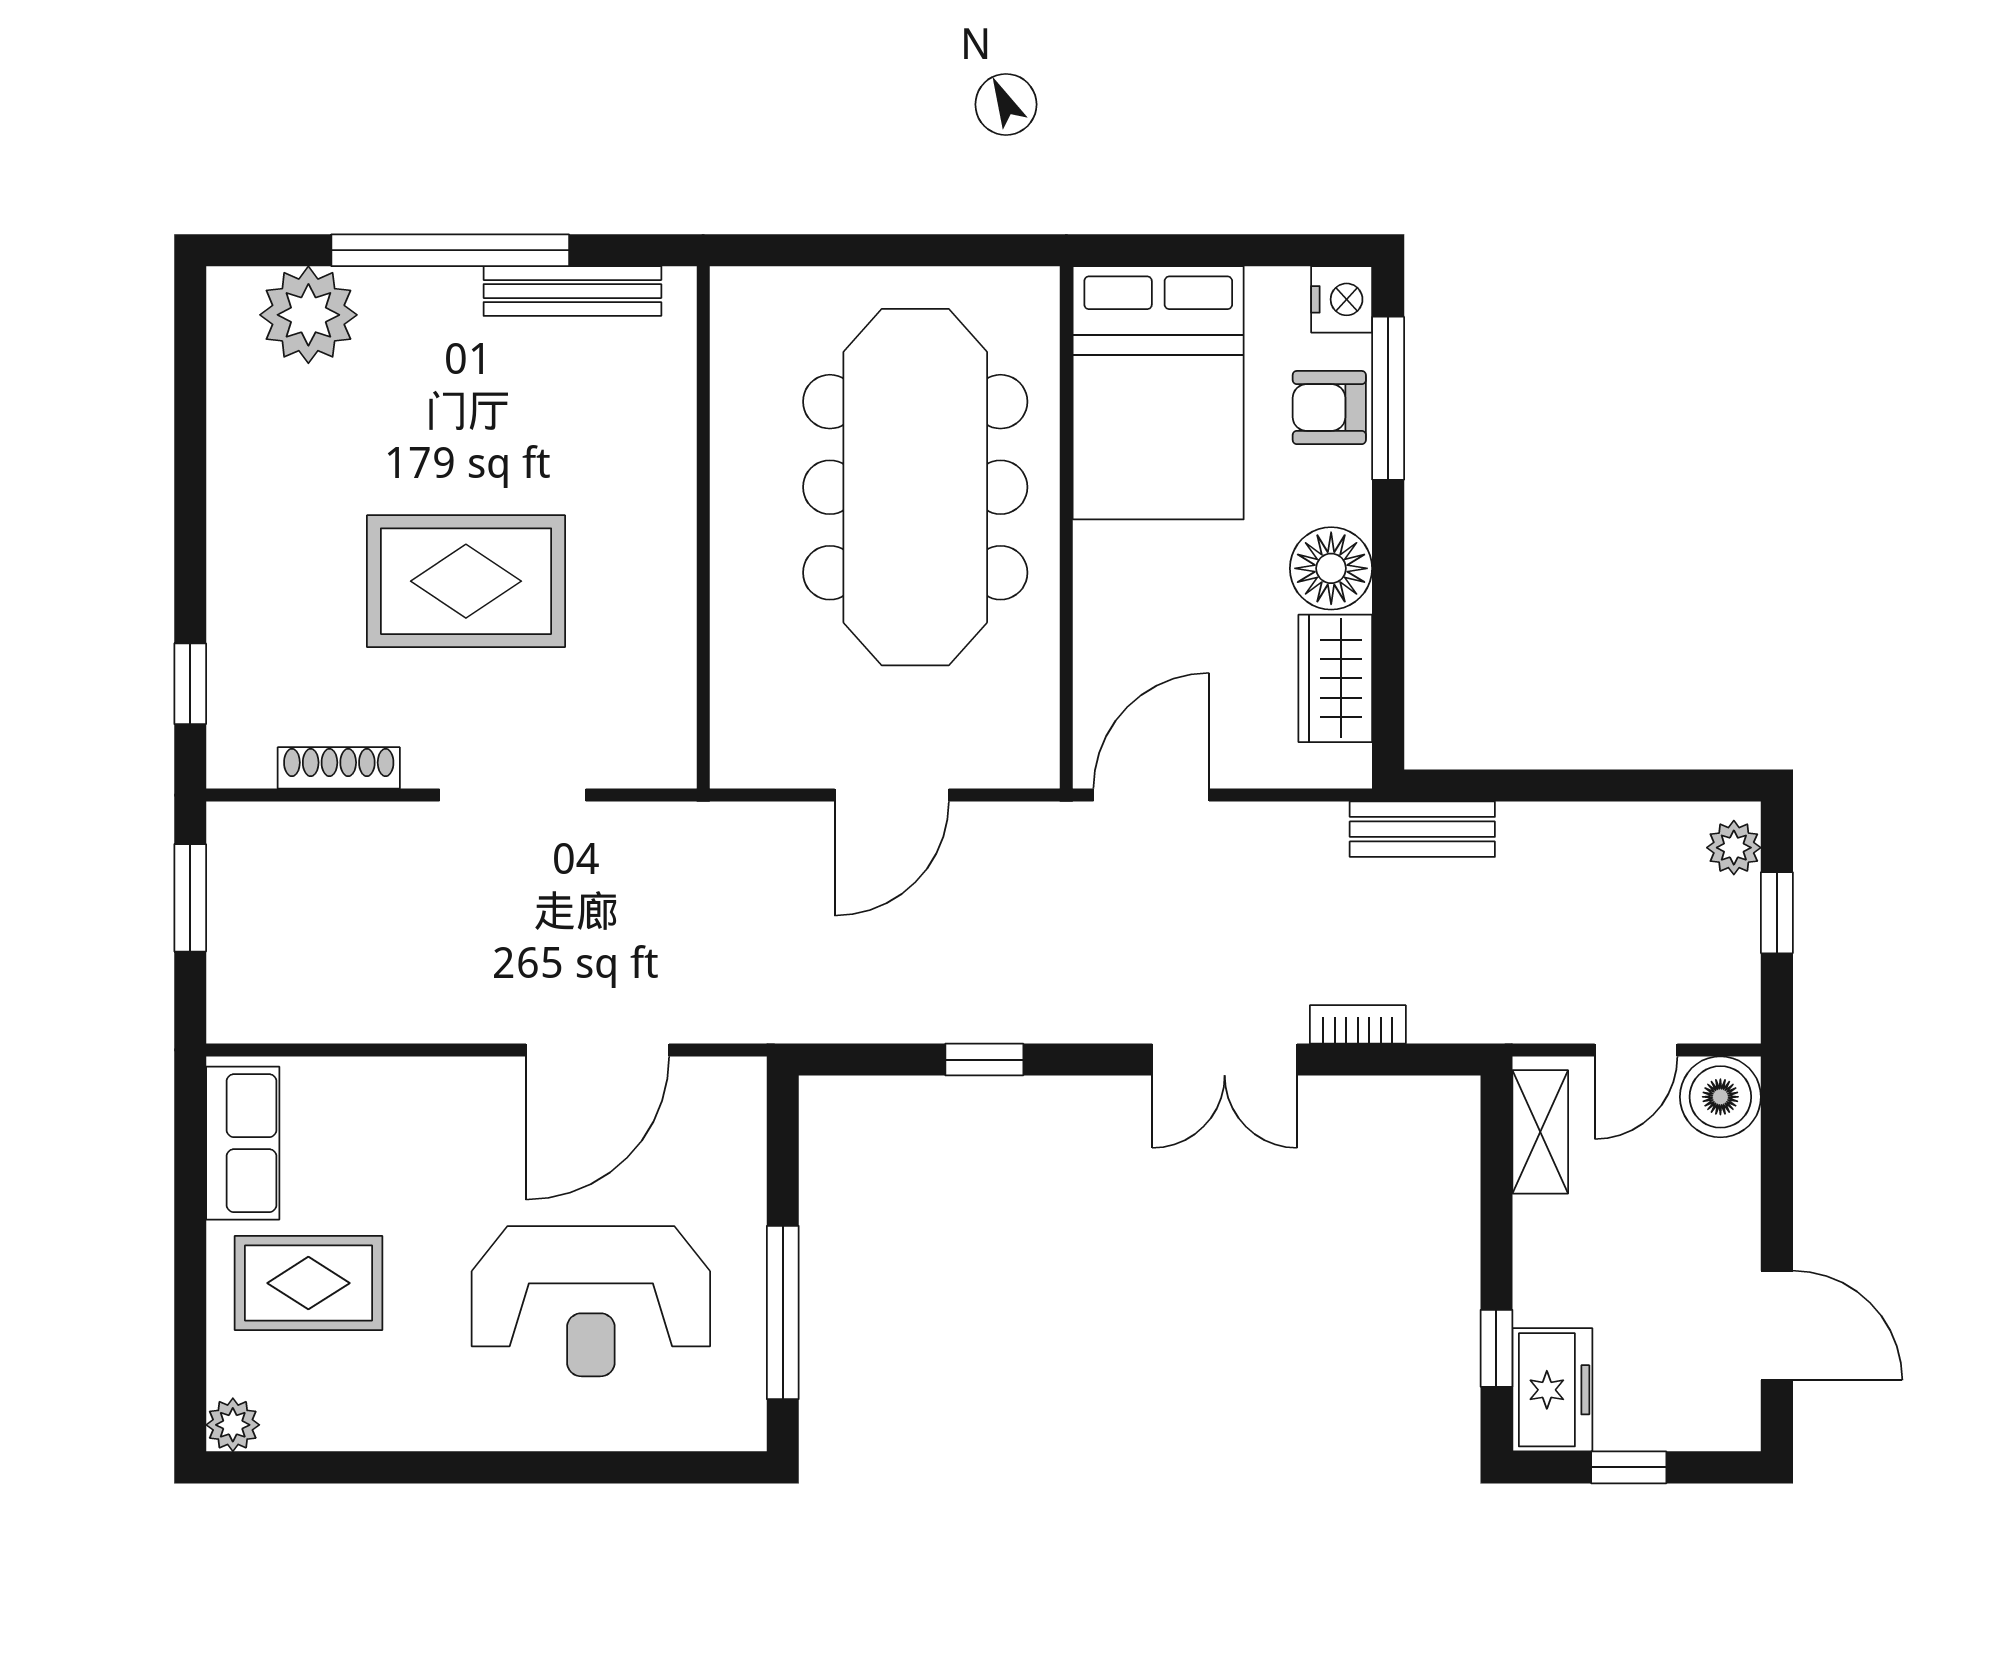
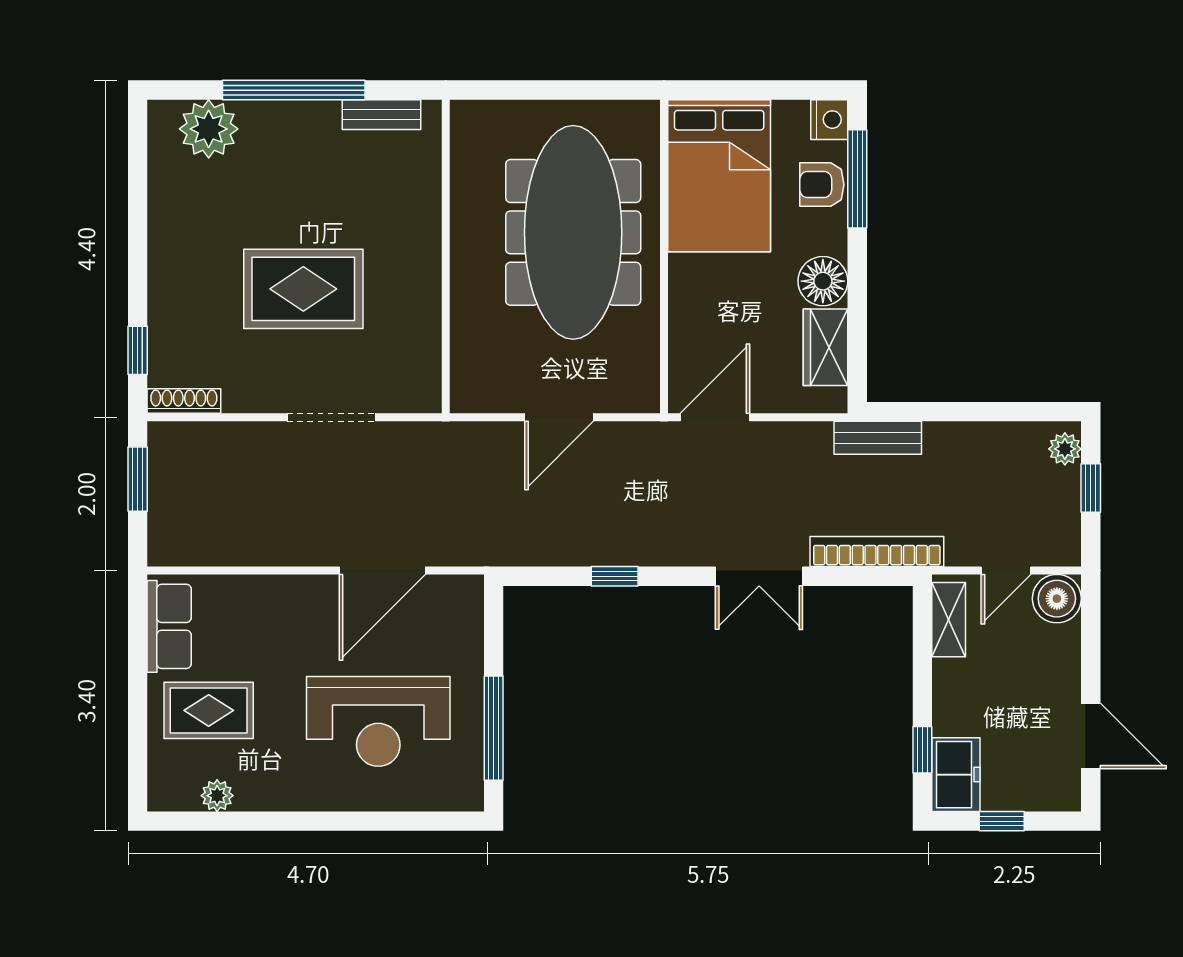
bench: (572, 291) -> (381, 115), width x0.73
shoe rack: (339, 768) -> (184, 401), moved
bookcase: (1358, 1024) -> (877, 551), width x2.31, depth x1.31
plant: (233, 1425) -> (217, 796), moved

